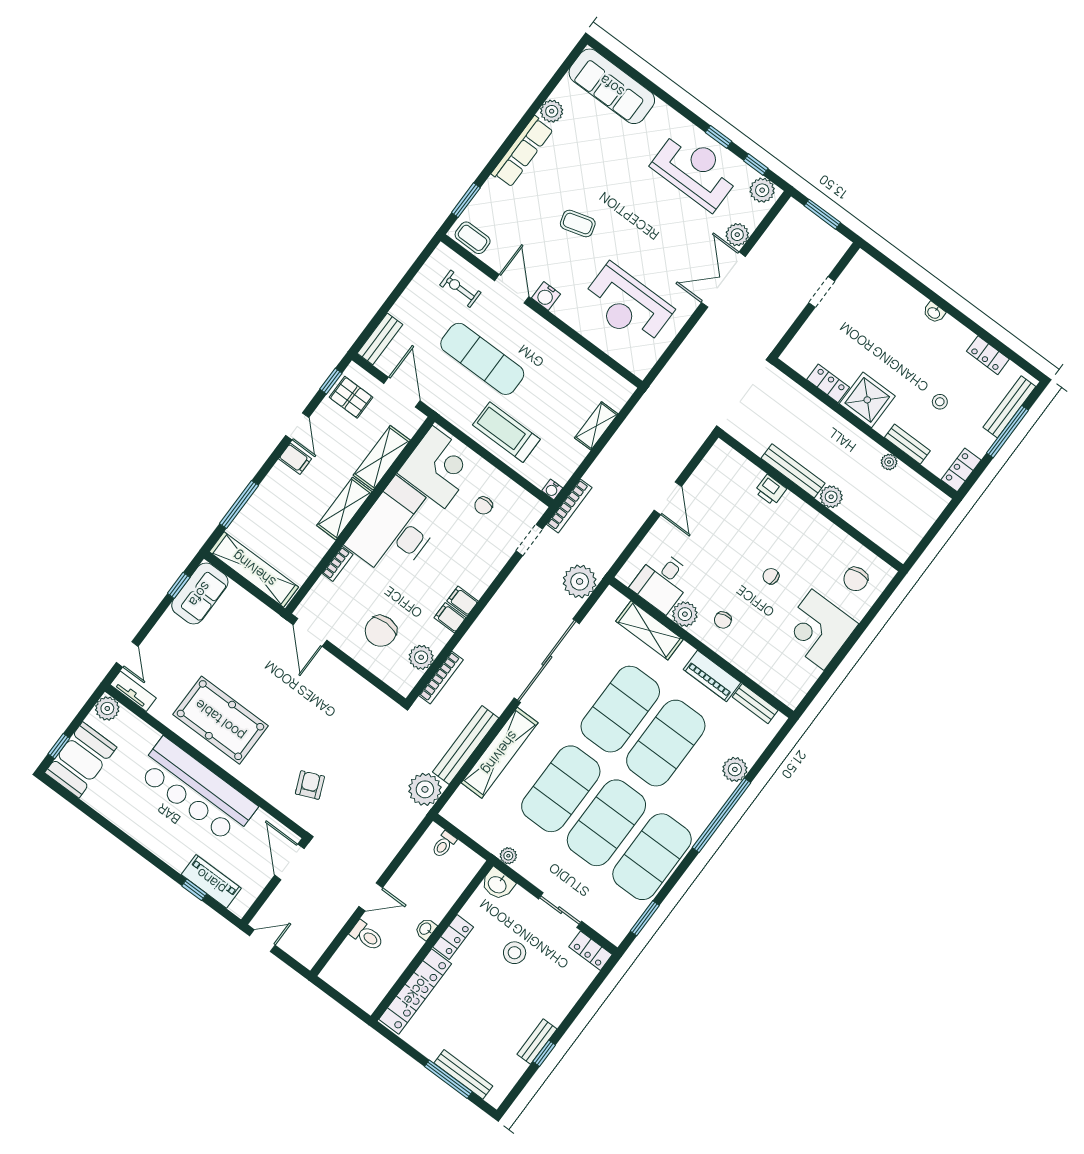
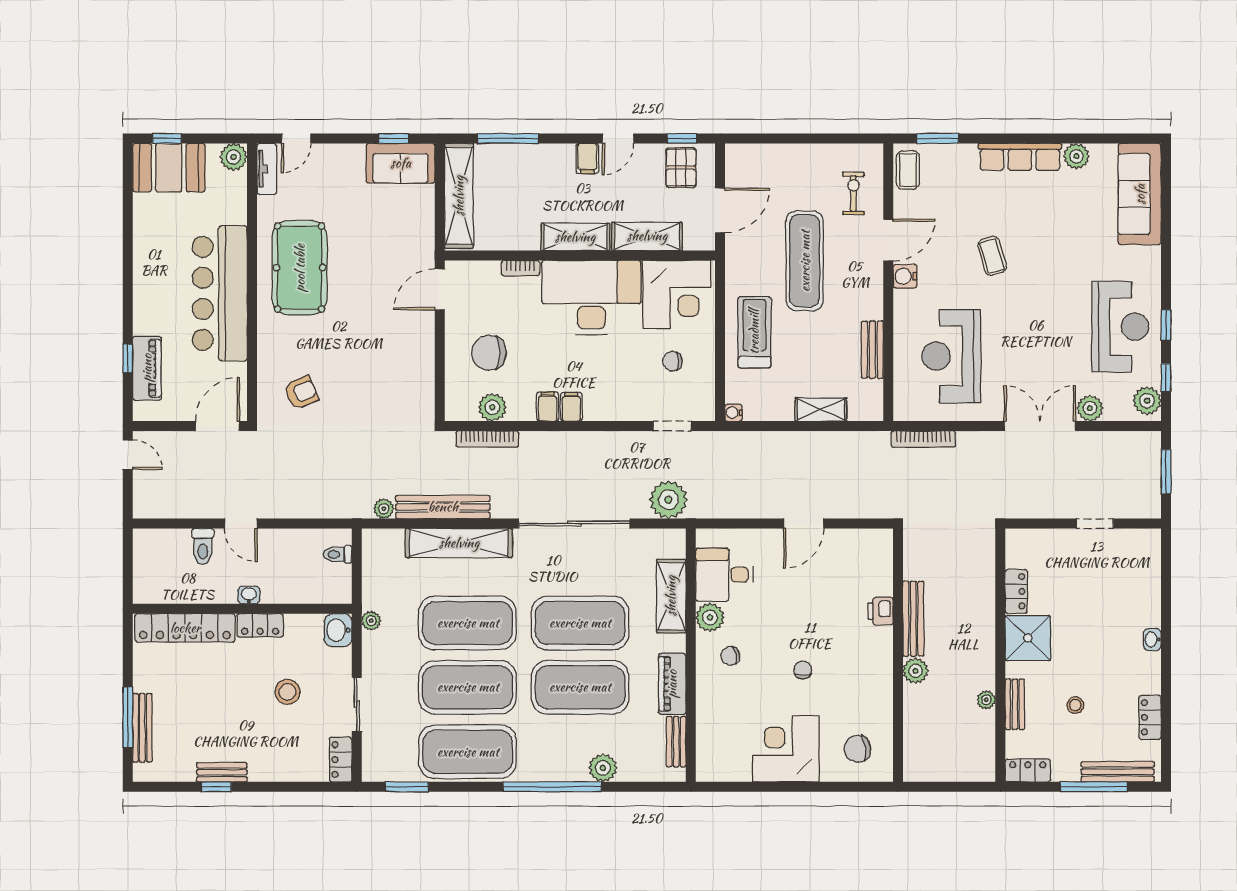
bench: (380, 339) -> (872, 350), moved, turned 90
bookcase: (569, 506) -> (923, 439), moved
plant: (425, 789) -> (384, 509), width x0.53, depth x0.53

